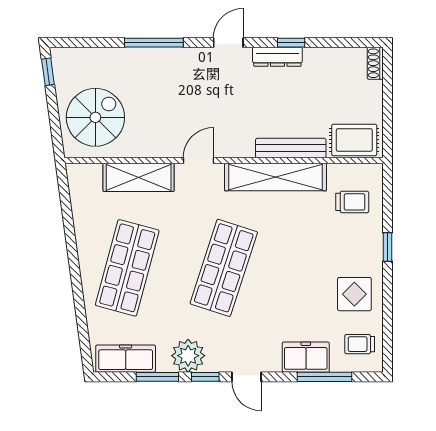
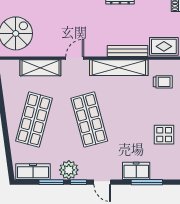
shop shelf: (224, 268) -> (89, 120), turned -33
trolley: (360, 344) -> (167, 163), removed

